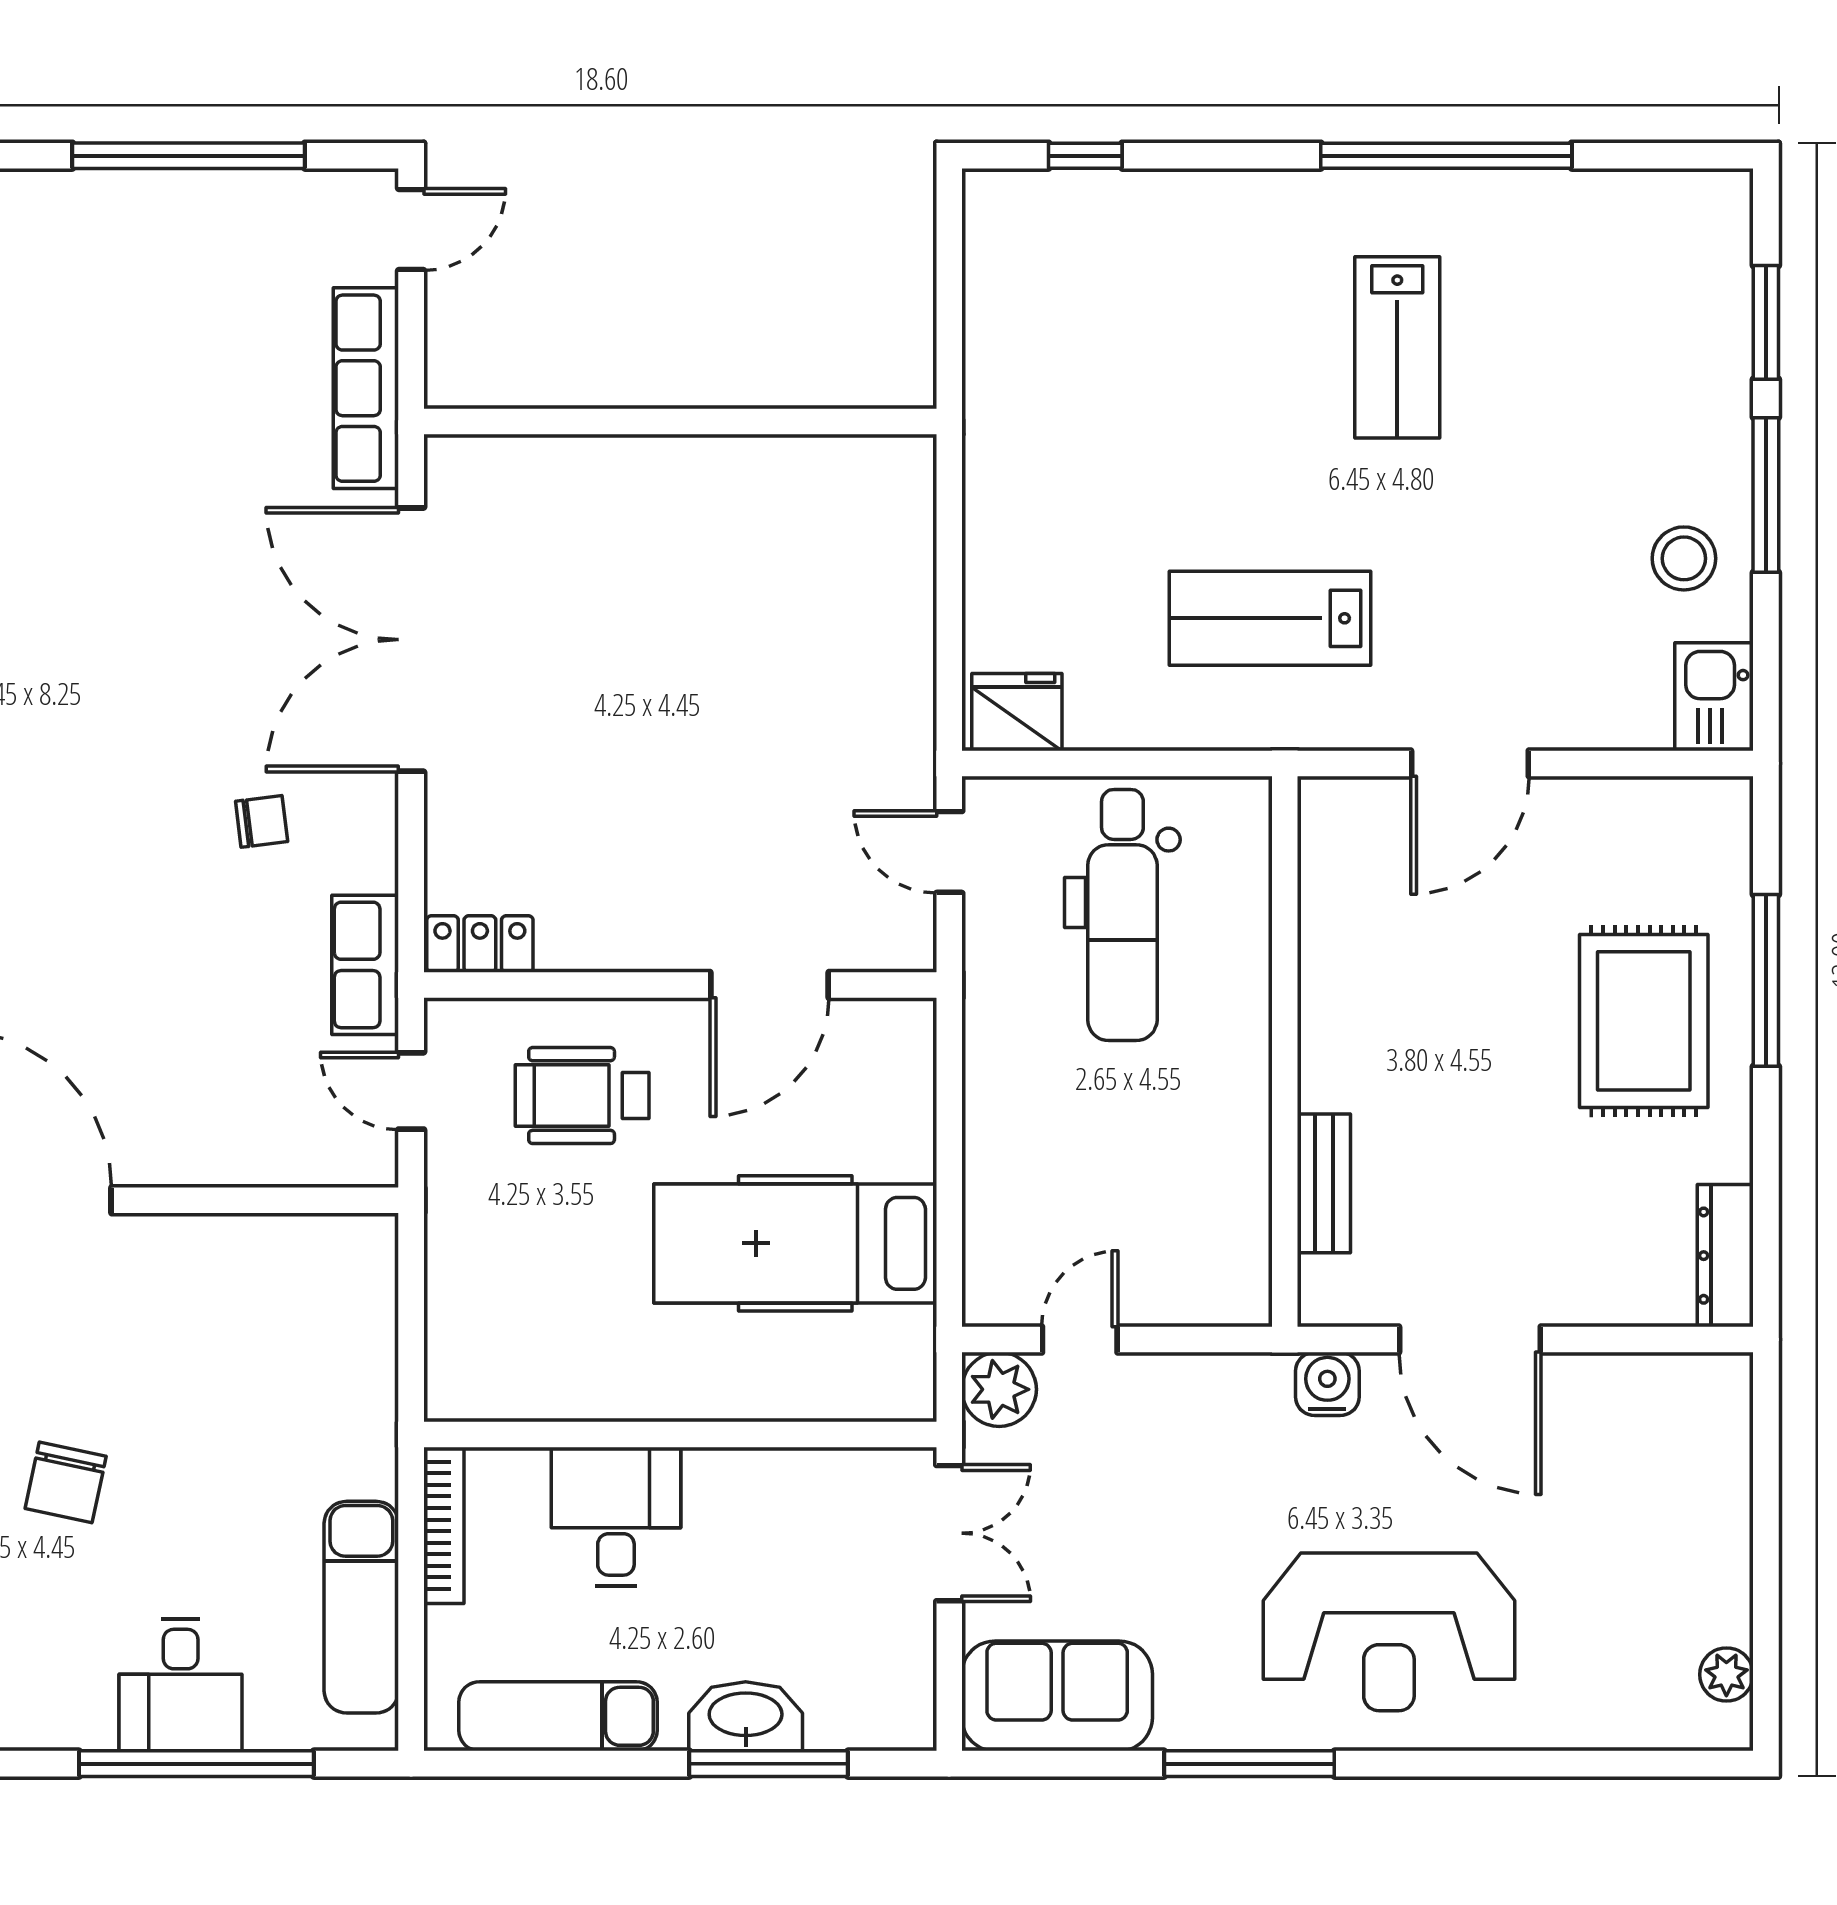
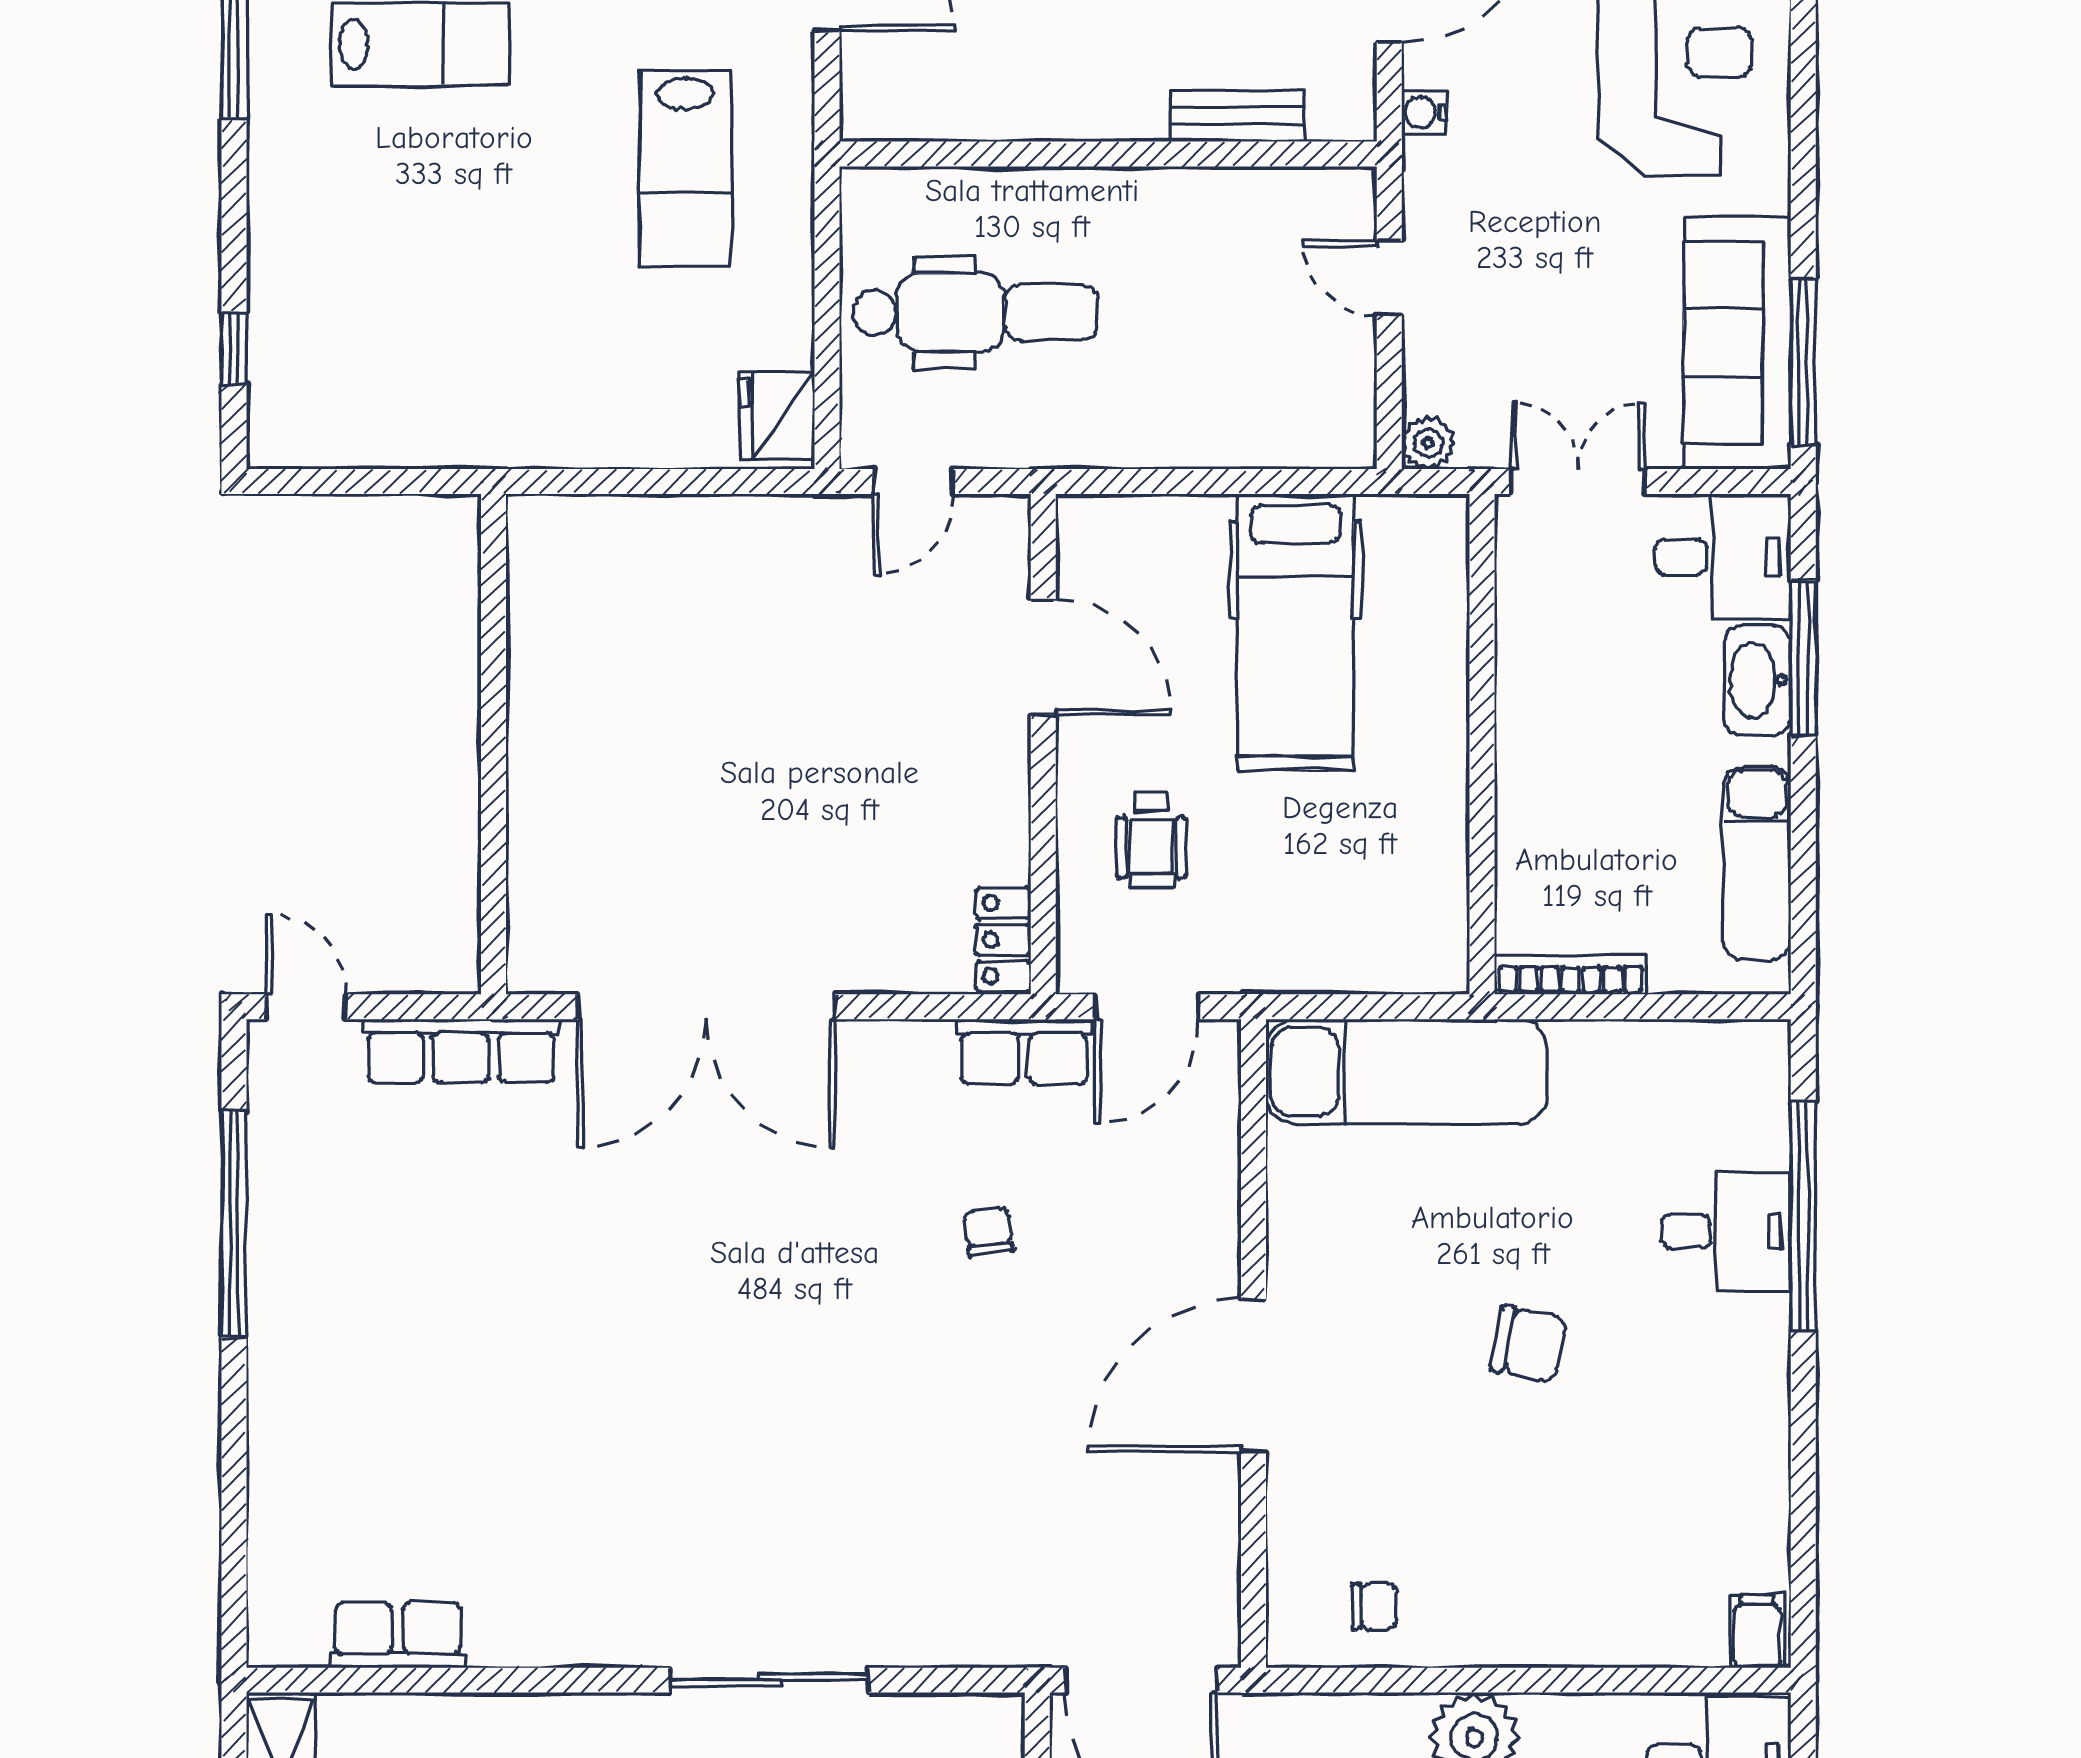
chair: (262, 821) -> (988, 1232), moved
door: (411, 1091) -> (1147, 1007), width x1.37
wheelchair: (582, 1096) -> (1151, 840), width x0.73, depth x0.73
door: (1080, 1340) -> (1389, 278), moved
water cooler: (1327, 1384) -> (1424, 112), width x0.72, depth x0.72
plant: (999, 1389) -> (1428, 443), width x0.73, depth x0.73
desk: (616, 1517) -> (1723, 557), moved, turned 180
exam couch: (361, 1607) -> (1407, 1072), moved, width x1.36, depth x1.45
sofa: (1057, 1696) -> (1737, 343), width x1.36
window: (1249, 1764) -> (1803, 362), moved

